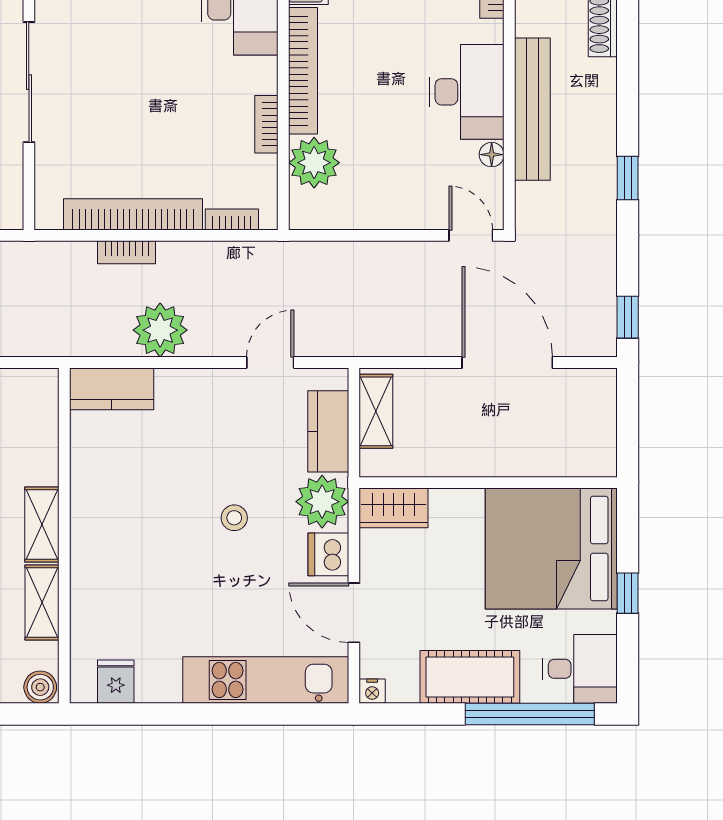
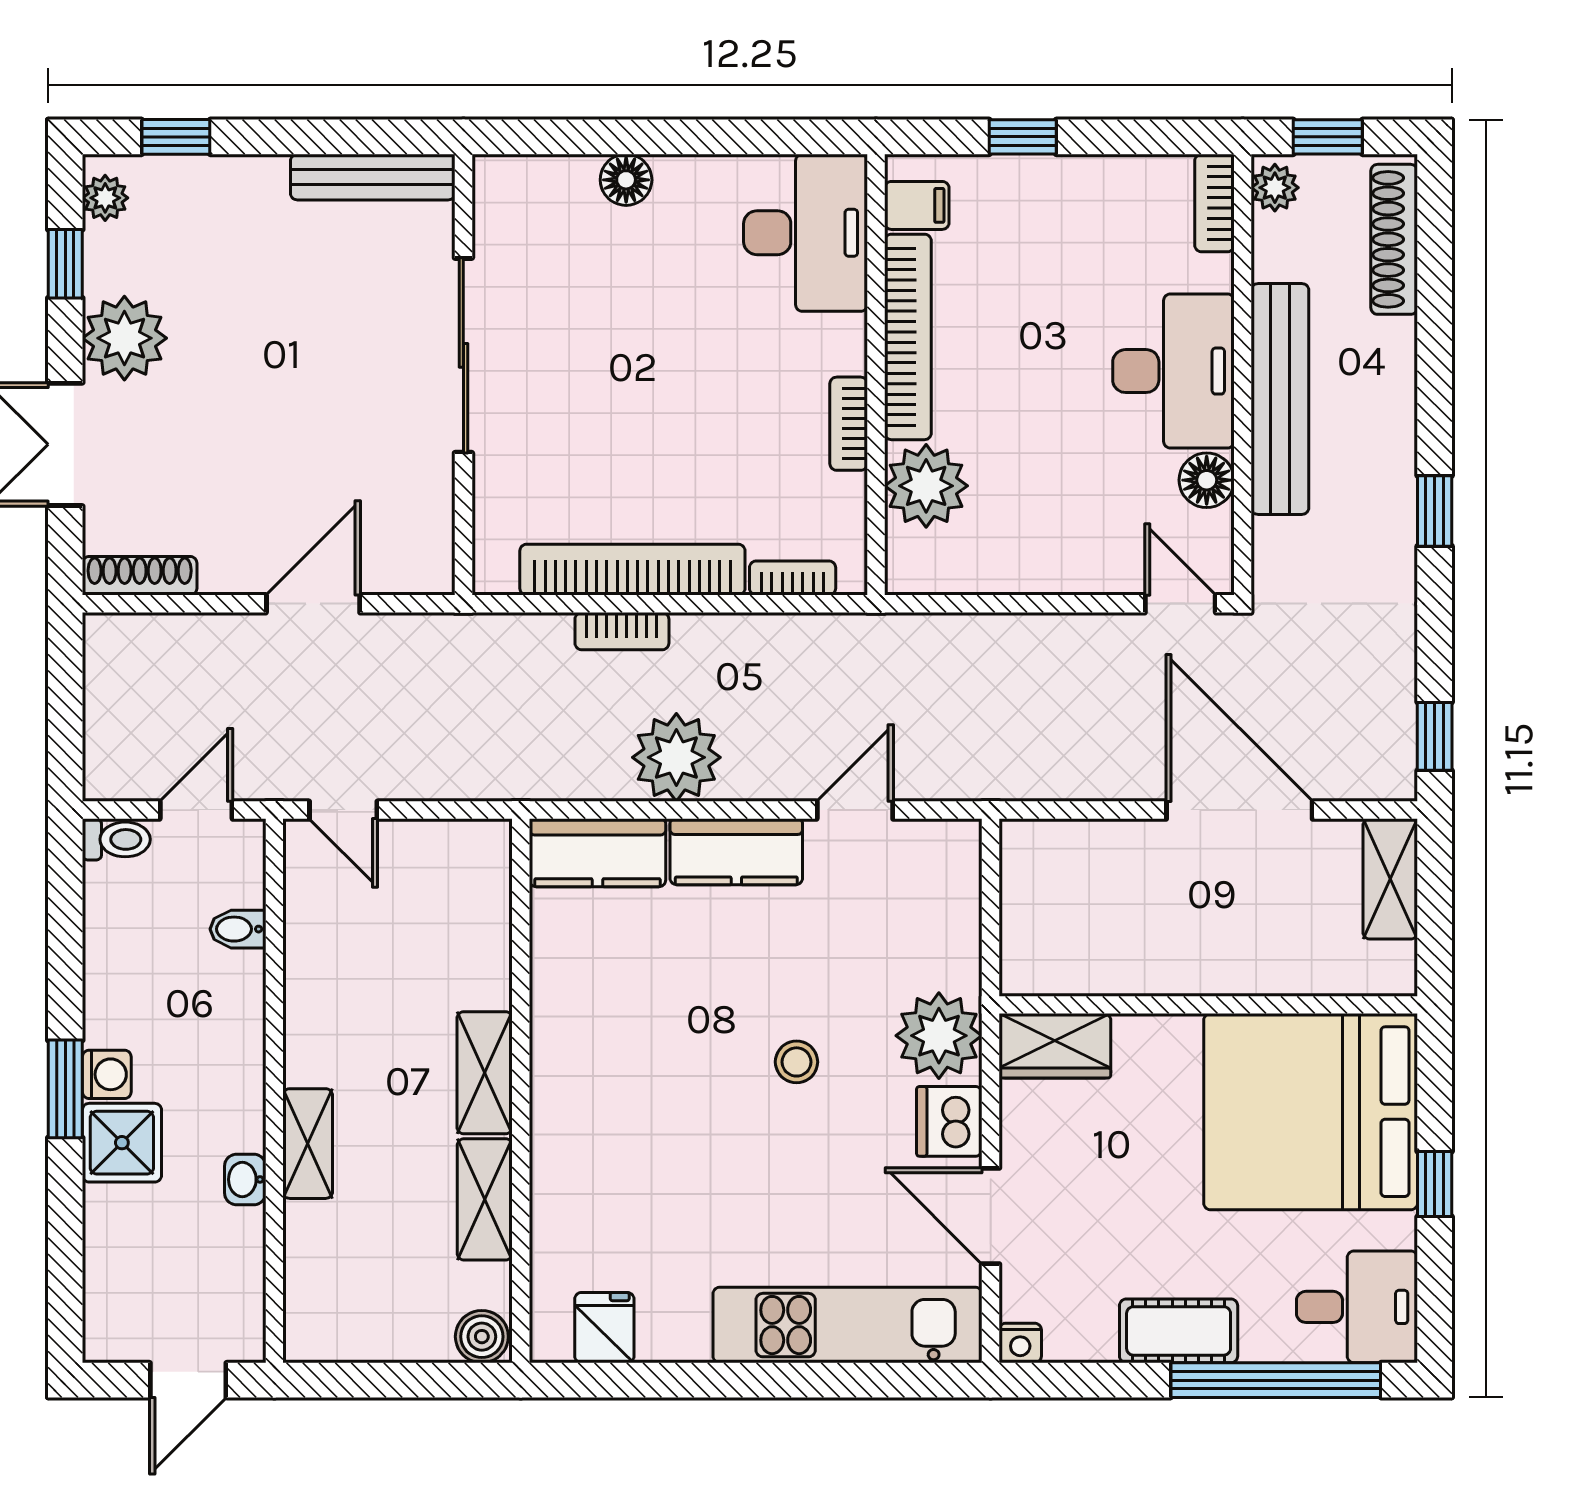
floor lamp: (492, 155) -> (1207, 480), width x1.37, depth x1.37
shelving: (376, 411) -> (1390, 879), moved
kitchen counter: (328, 431) -> (736, 852), moved, turned -90
cot: (470, 677) -> (1179, 1331), width x0.73, depth x0.75

